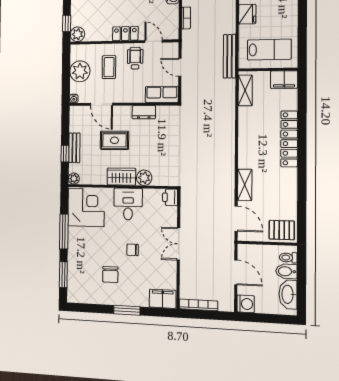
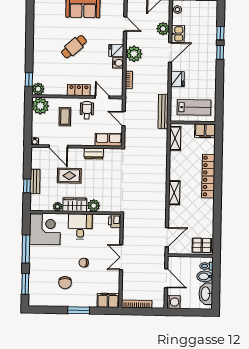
plant: (80, 71) -> (40, 106), moved
plant: (74, 179) -> (58, 207), moved
shelving: (245, 185) -> (174, 193), moved
door: (236, 219) -> (167, 237), hinge flipped

